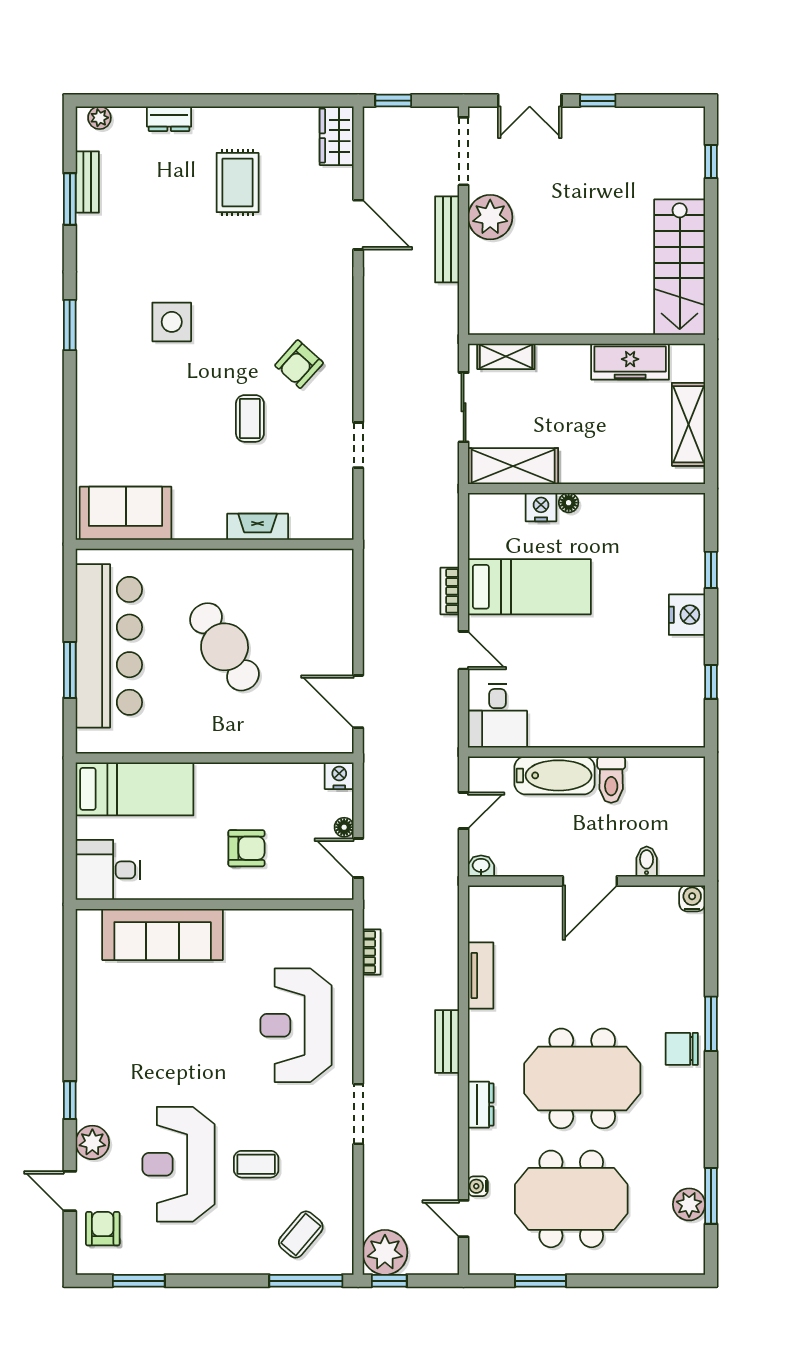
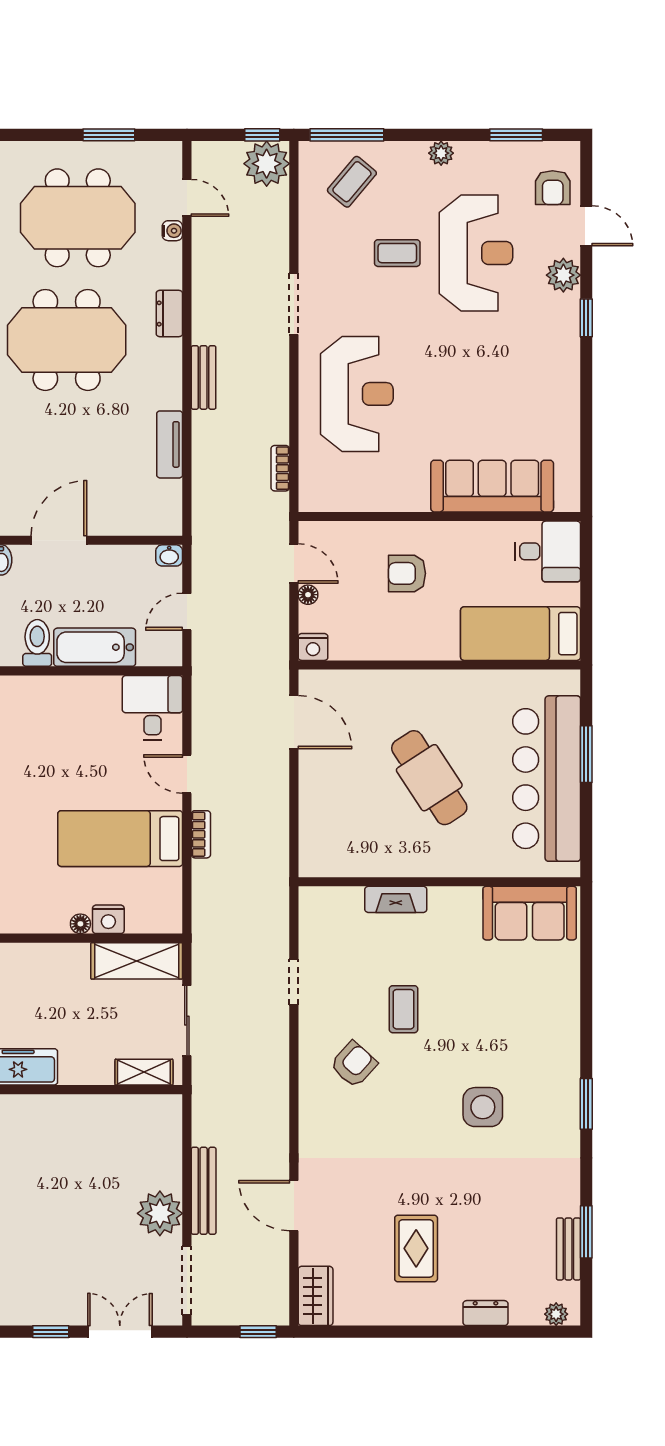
plant: (213, 1263) -> (441, 153), added

